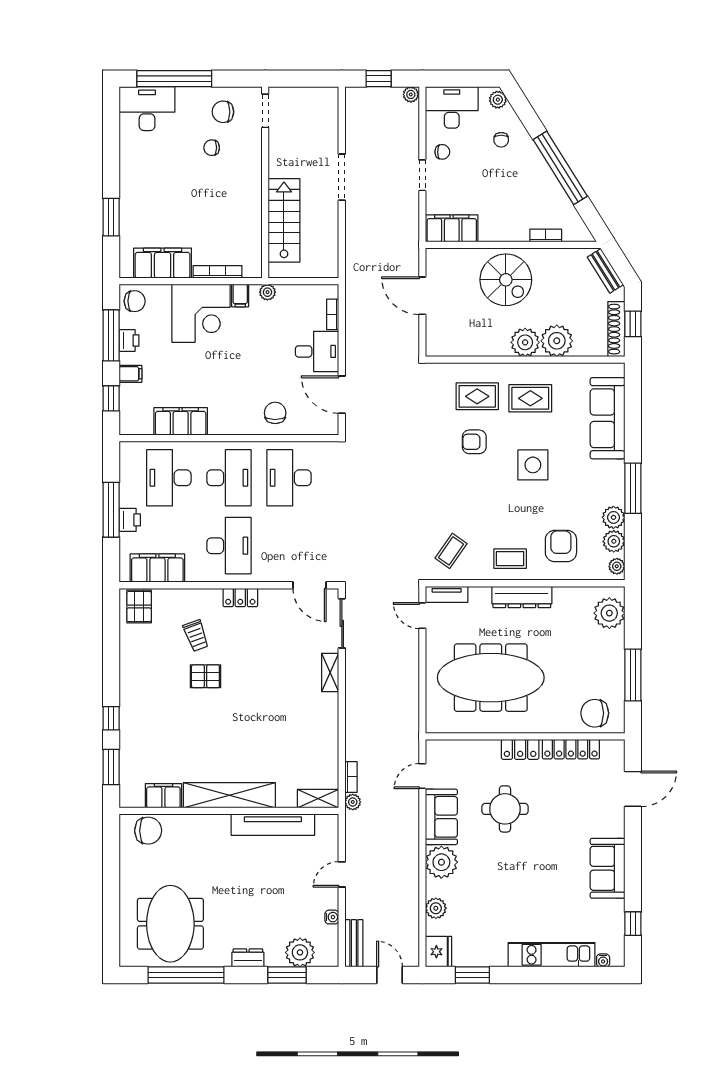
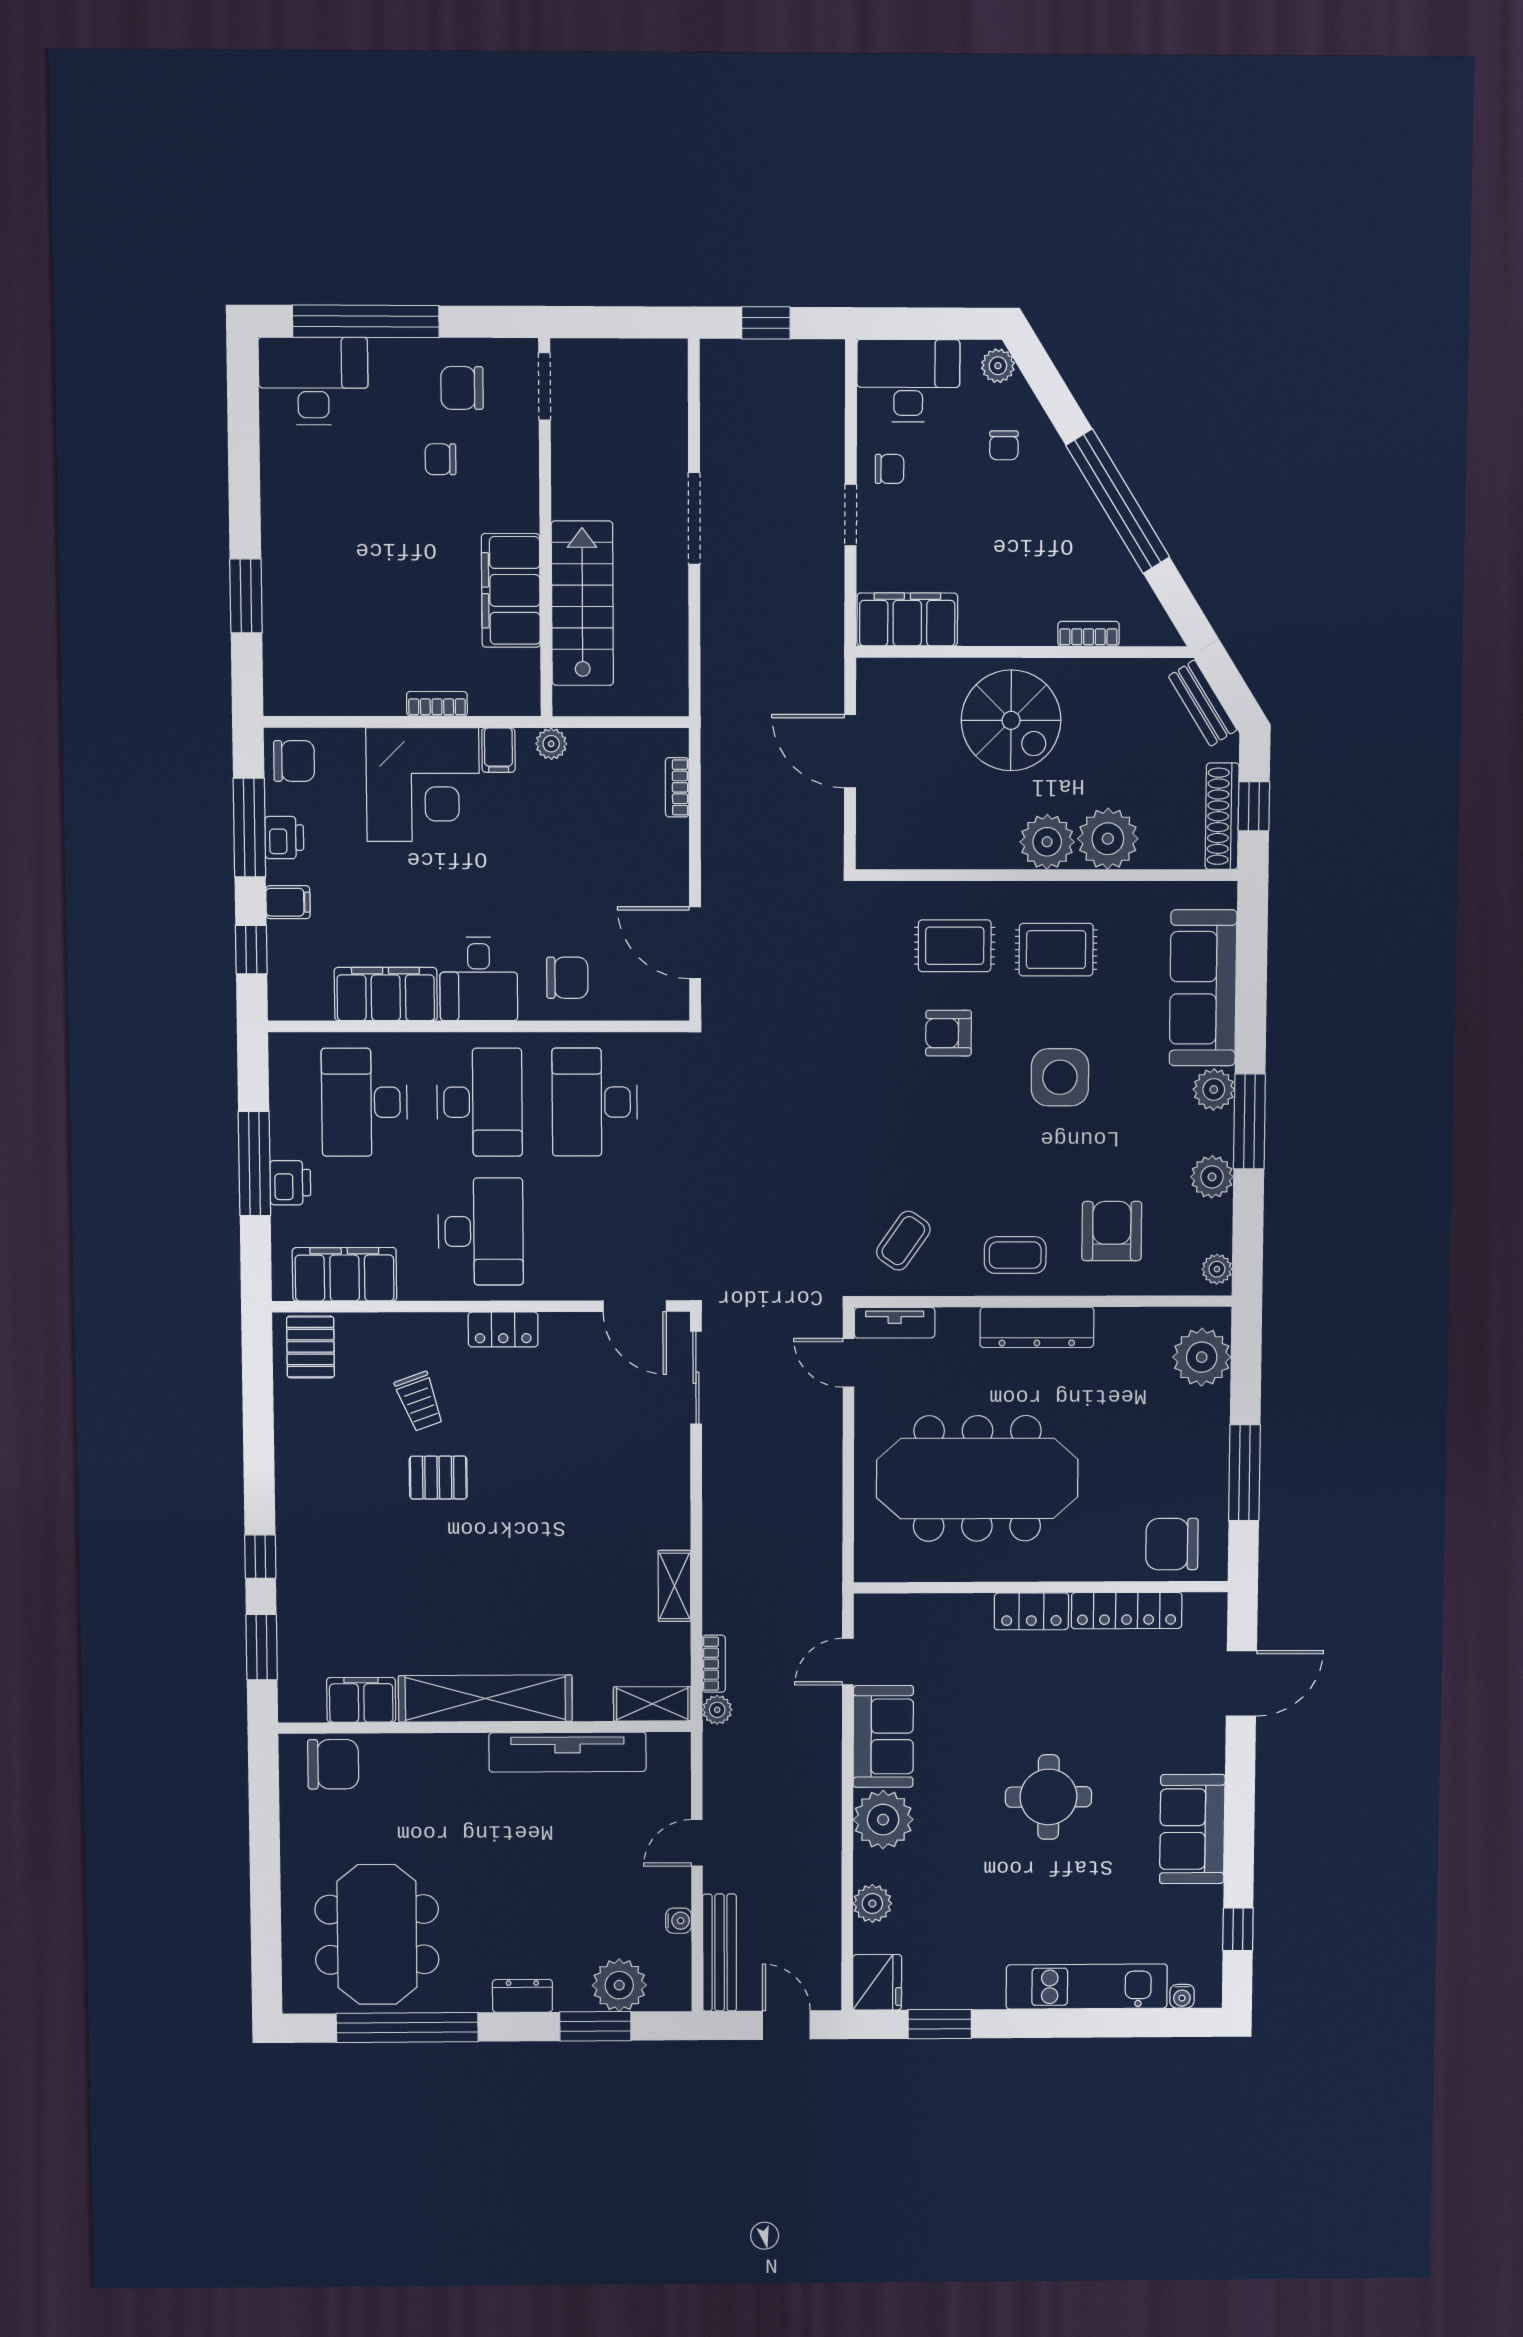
plant: (411, 94) -> (829, 355), removed
filing cabinet: (163, 263) -> (511, 590), moved, turned -90
bookcase: (217, 272) -> (437, 704), width x0.64
desk: (317, 351) -> (479, 979), moved, turned 90
chair: (275, 413) -> (567, 978), turned 90
plant: (614, 541) -> (1214, 1089), moved
shelving: (330, 672) -> (674, 1586), moved
round table: (505, 809) -> (1048, 1797), moved
bench: (354, 943) -> (720, 1953), width x1.36

